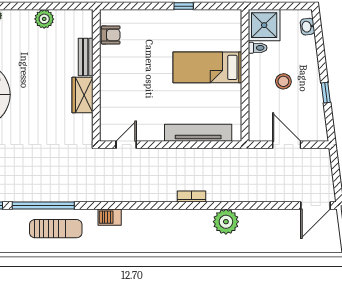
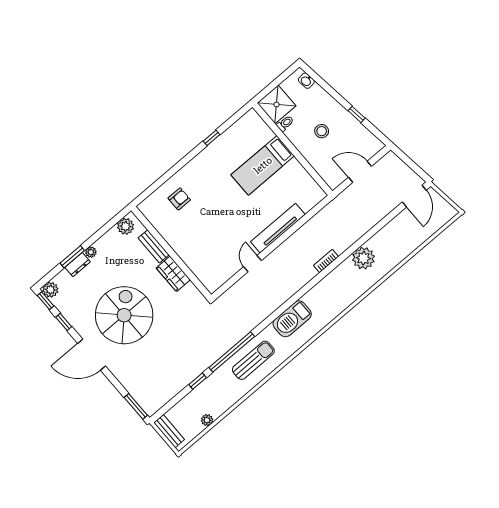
bench: (86, 57) -> (154, 246), moved
wall: (96, 75) -> (171, 253), moved
wardrobe: (82, 95) -> (173, 274), moved
tv unit: (198, 133) -> (278, 228), moved
barbecue: (110, 217) -> (292, 319), width x1.88, depth x1.53

